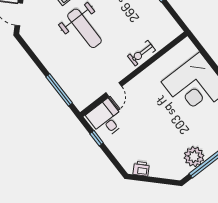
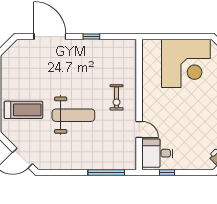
exercise bike: (142, 53) -> (117, 97), moved

